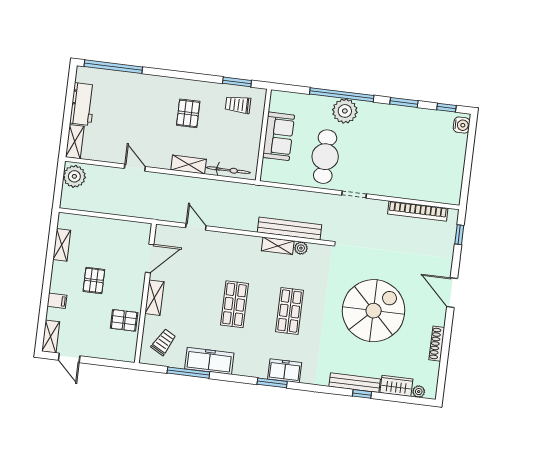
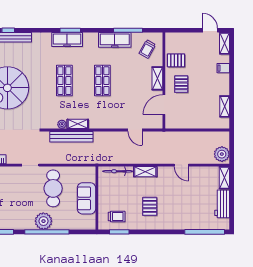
pallet: (94, 280) -> (181, 84), moved
freezer: (285, 371) -> (67, 40), width x1.40

